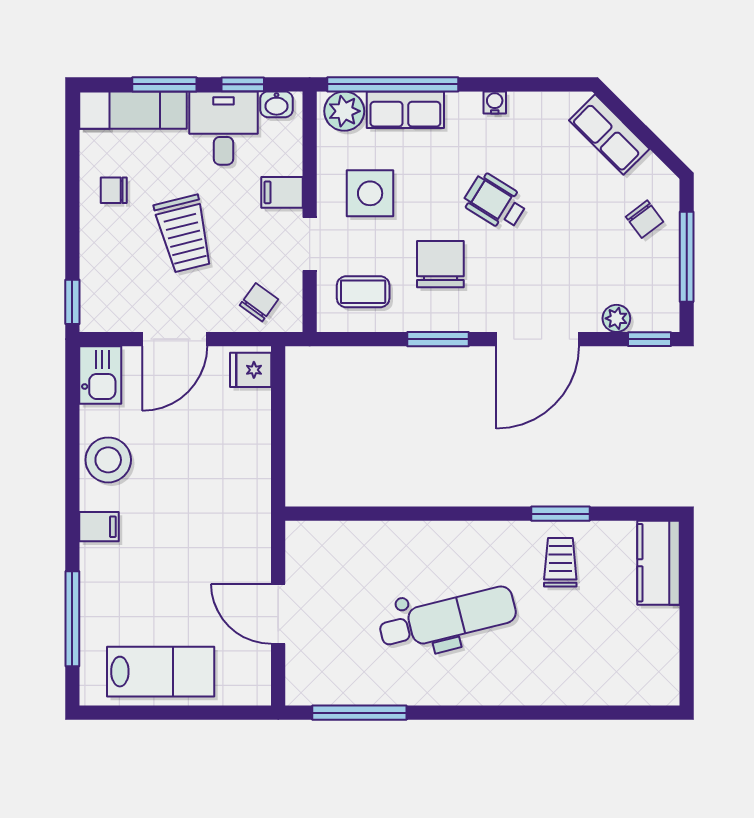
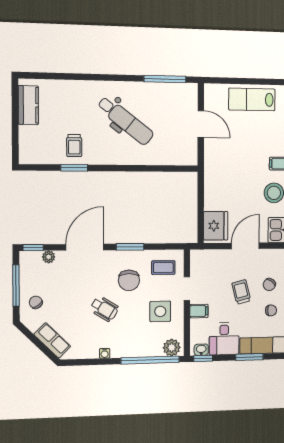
window: (243, 84) -> (203, 358), moved
row of seats: (405, 110) -> (145, 349), removed
trolley: (184, 234) -> (241, 292), width x0.73, depth x0.72
chair: (259, 302) -> (269, 285), moved
fridge: (251, 370) -> (216, 226), width x1.88, depth x1.34
kitchen counter: (658, 563) -> (28, 105), moved
dental chair: (448, 619) -> (126, 121), turned -128

